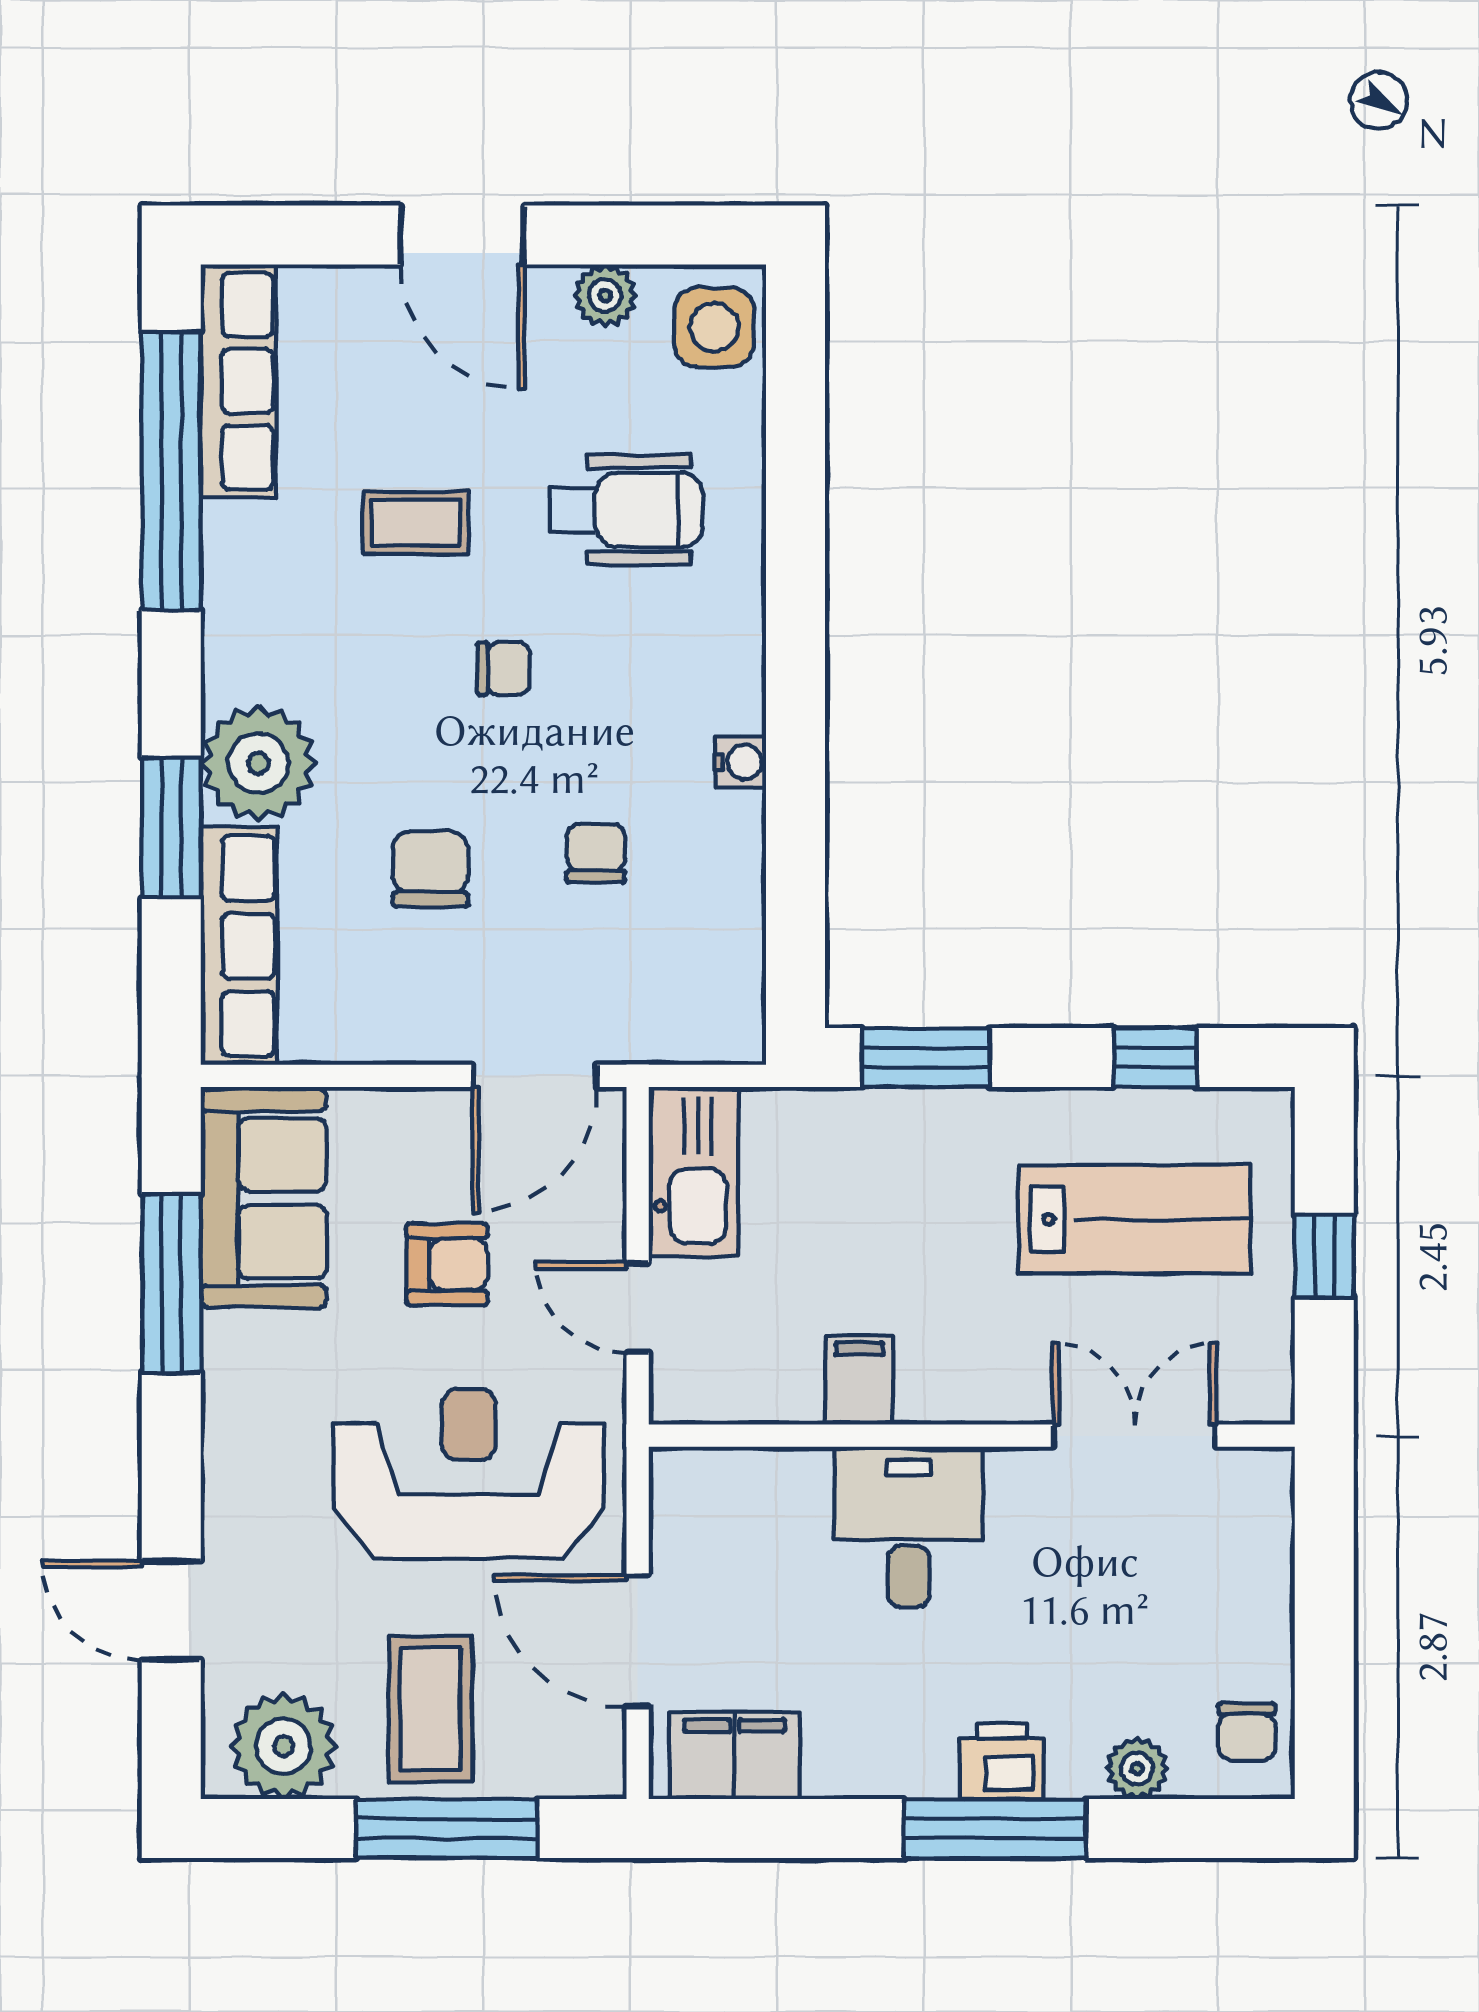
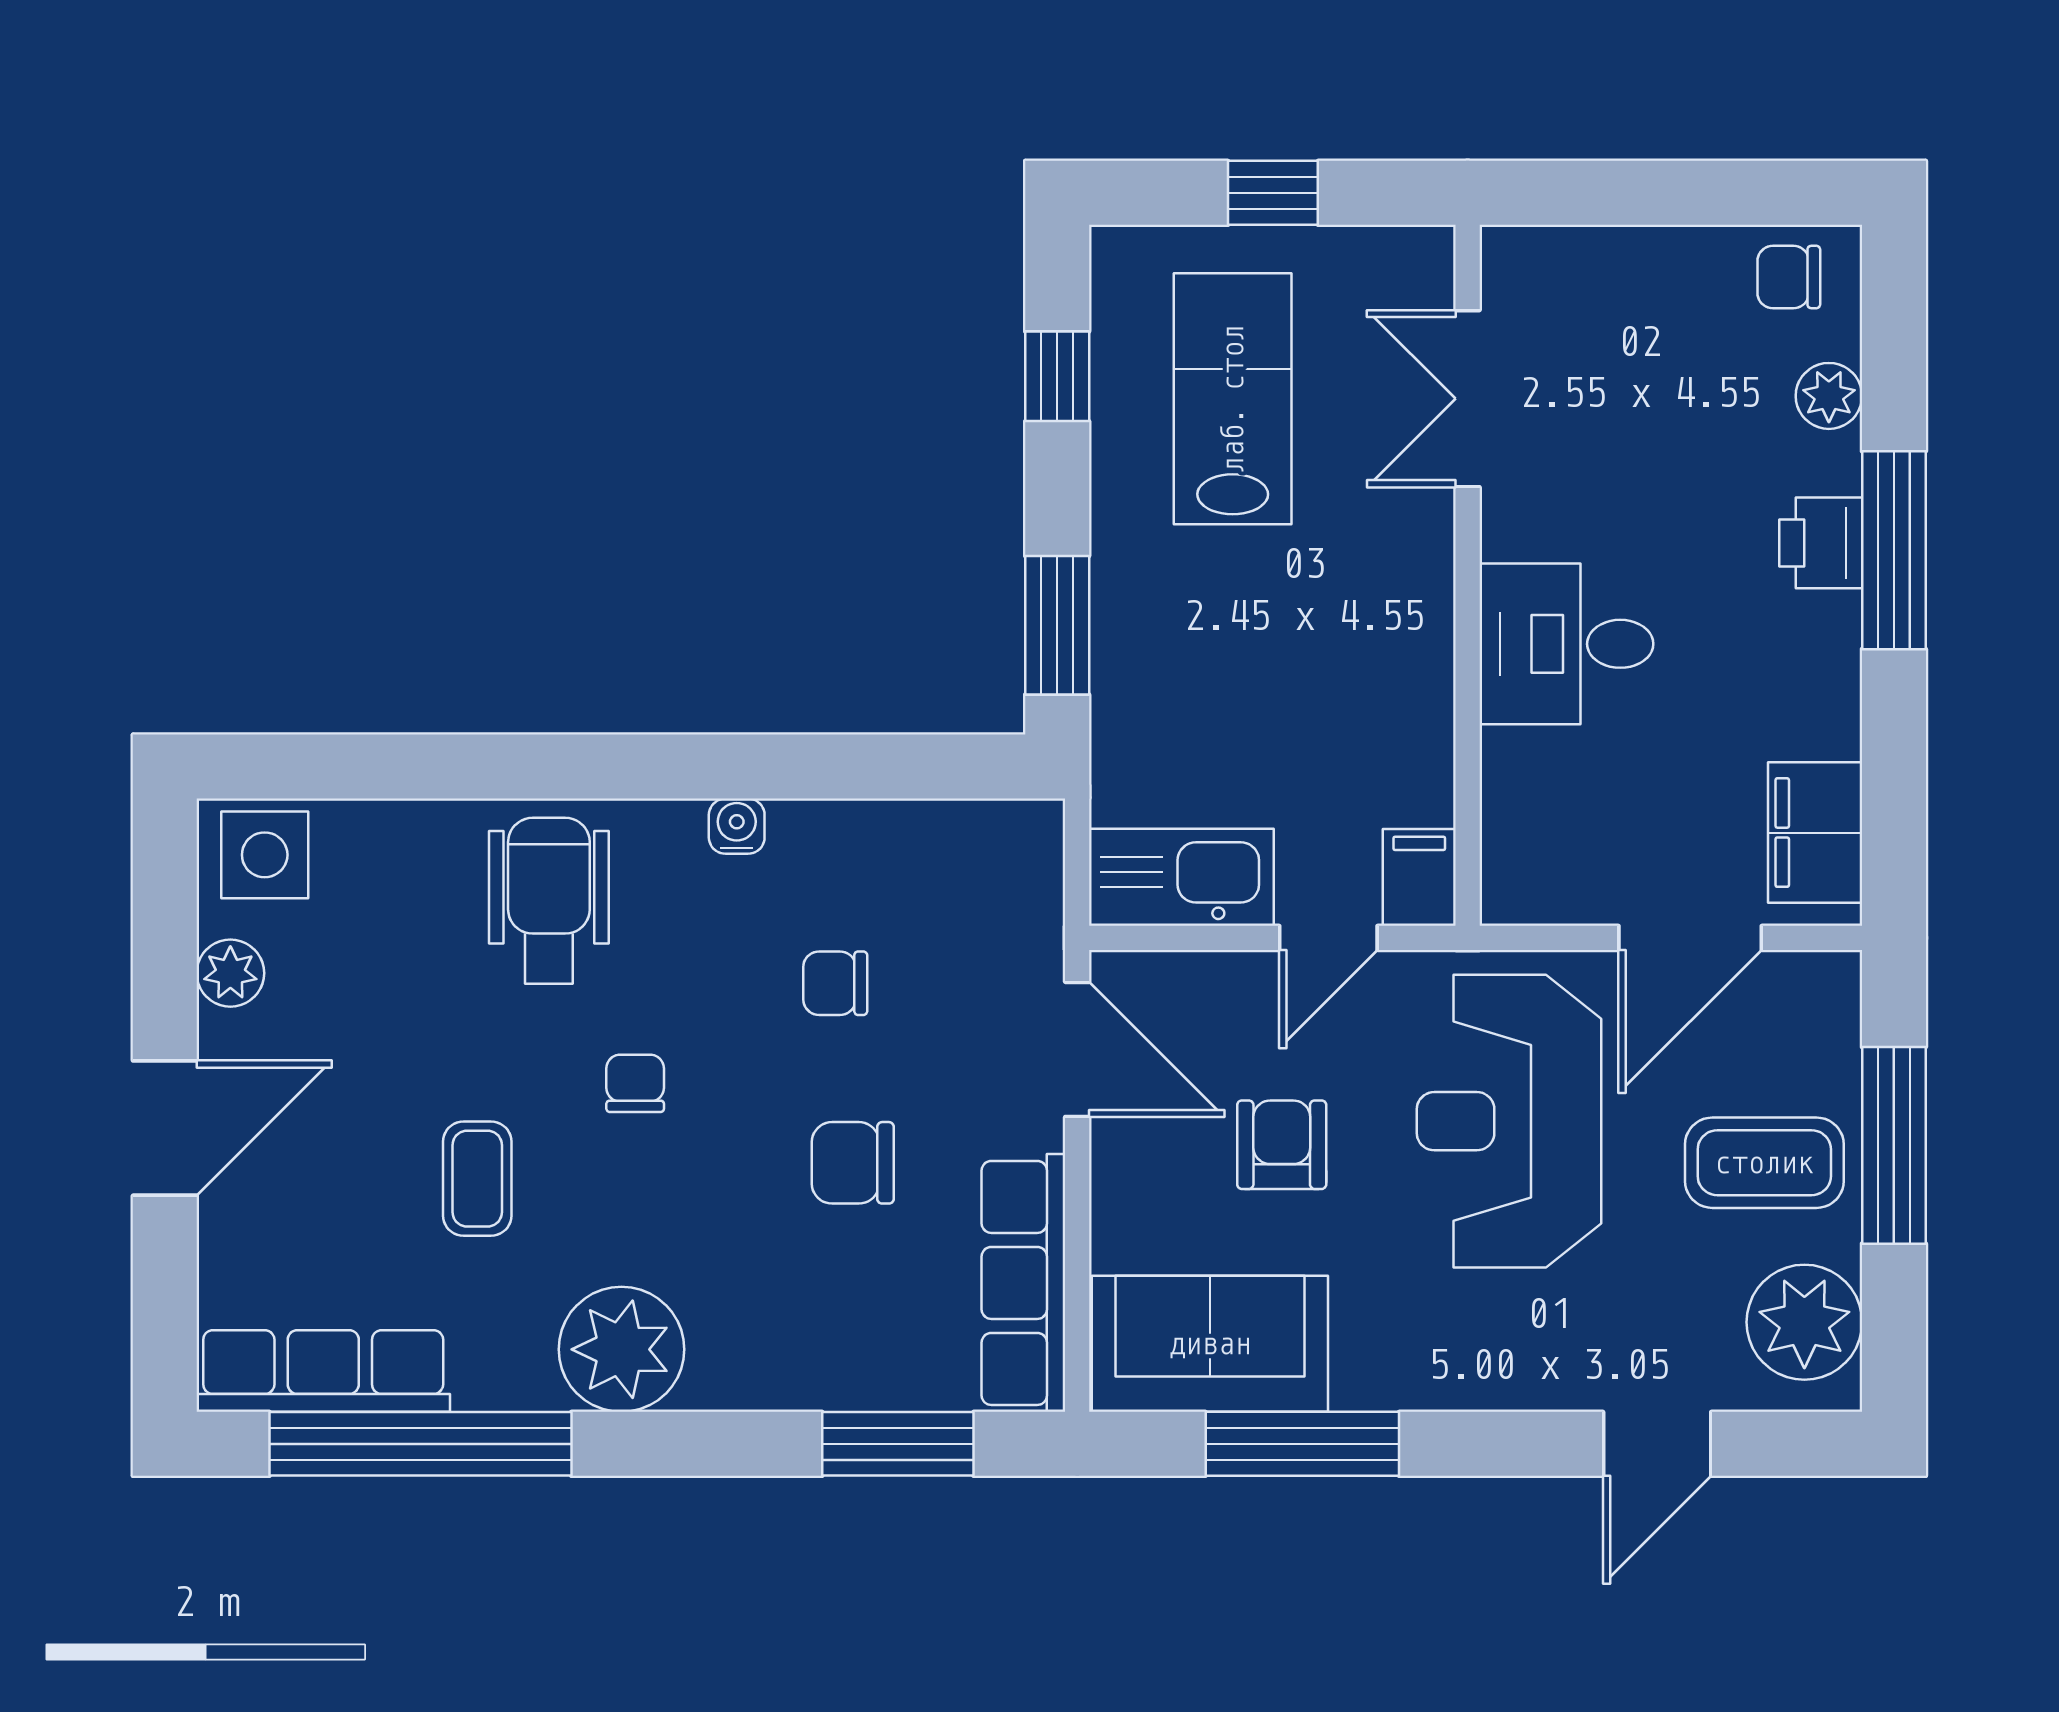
wheelchair: (627, 510) -> (549, 901), moved
plant: (258, 763) -> (621, 1349), moved
window: (171, 828) -> (898, 1444), moved
row of seats: (239, 946) -> (1023, 1283), moved, turned -90
filing cabinet: (859, 1380) -> (1419, 877), moved, turned 90
chair: (1247, 1732) -> (1789, 277), turned 180

